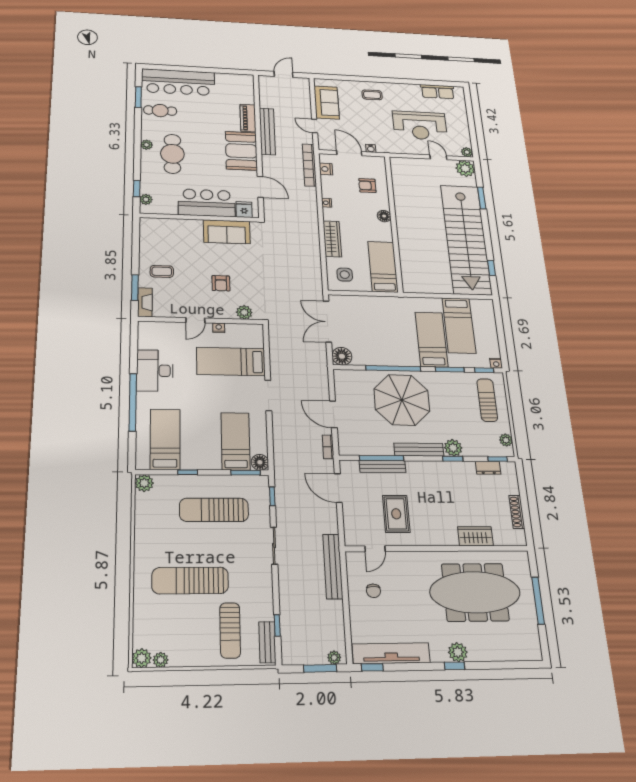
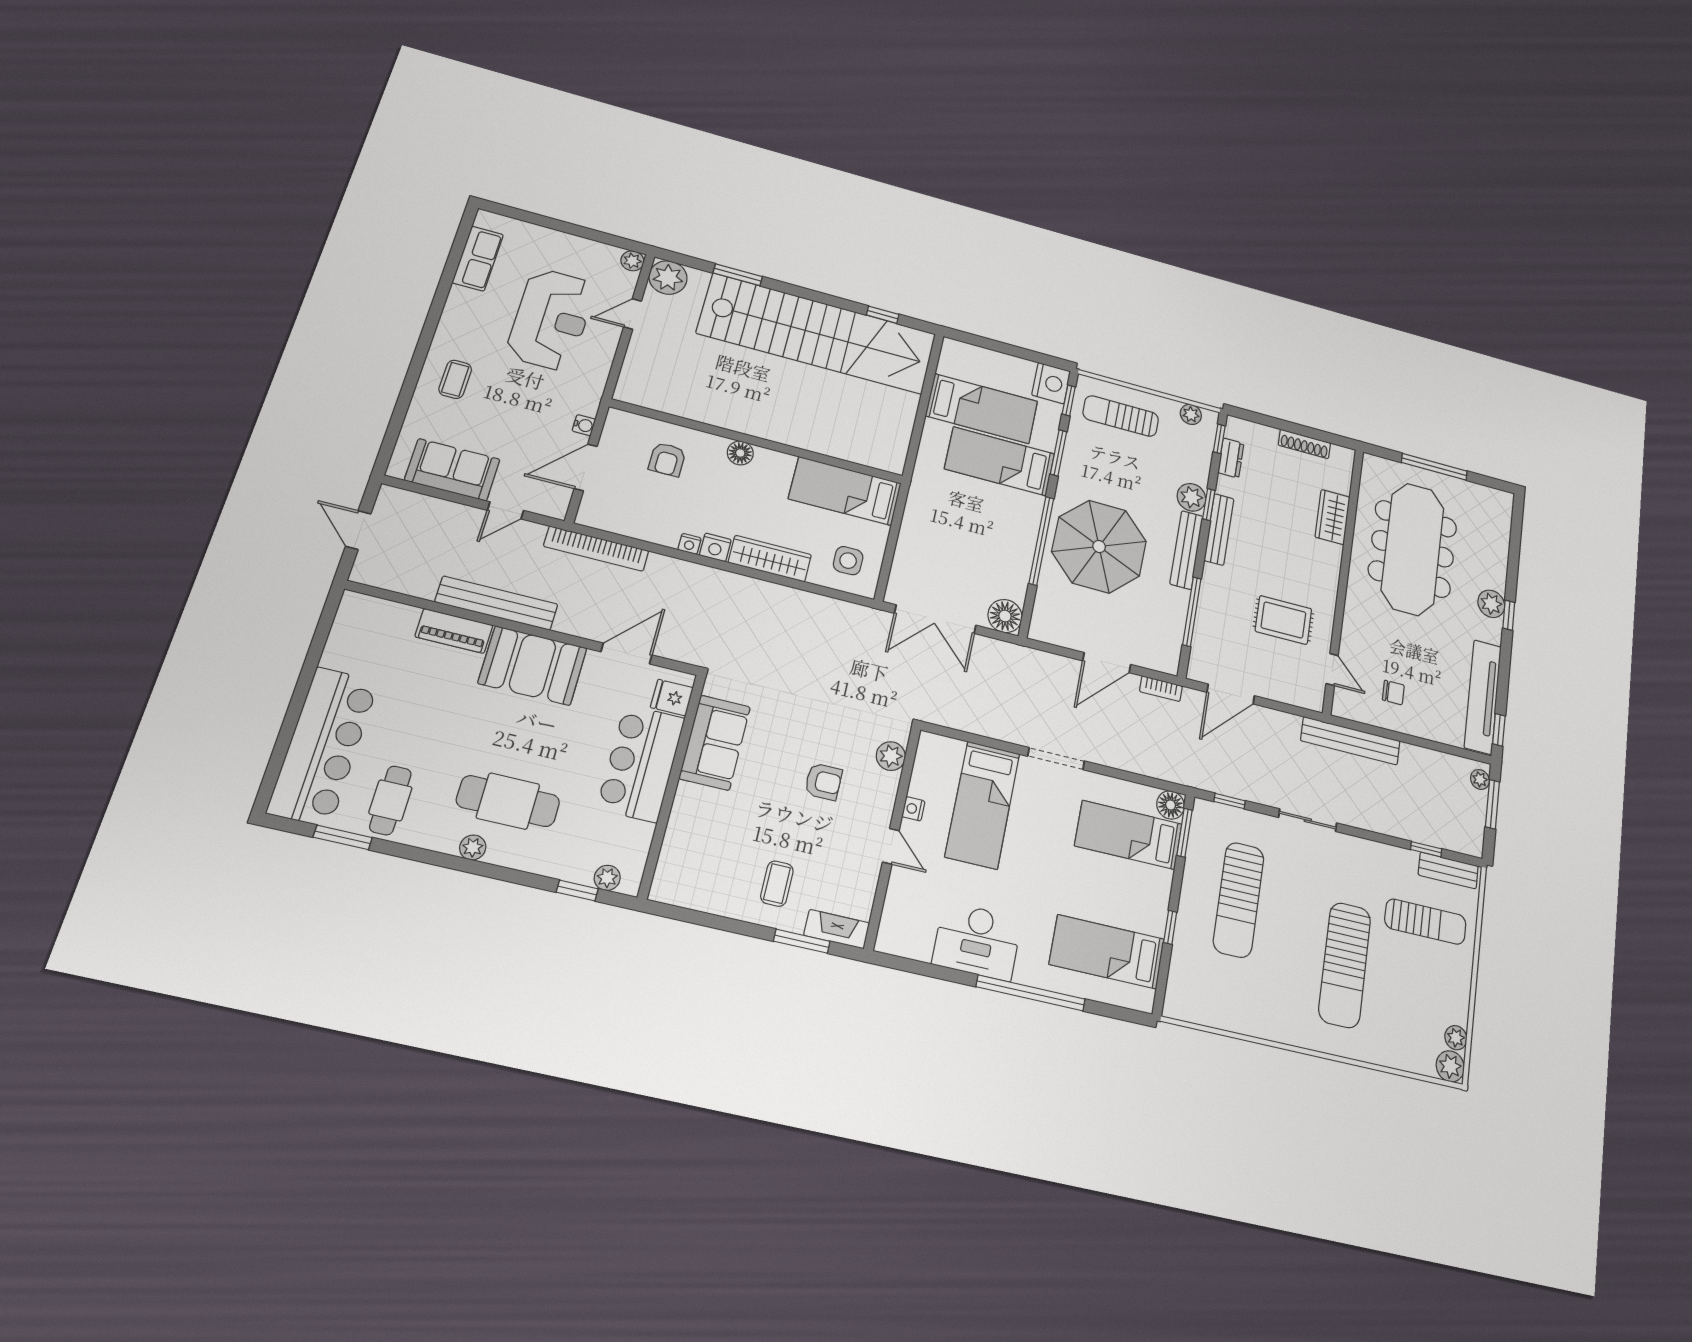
nightstand: (326, 169) -> (715, 547), moved
nightstand: (496, 363) -> (1051, 383), width x1.89, depth x1.79
bench: (382, 466) -> (1219, 529), moved
plant: (144, 483) -> (1178, 1004), removed

